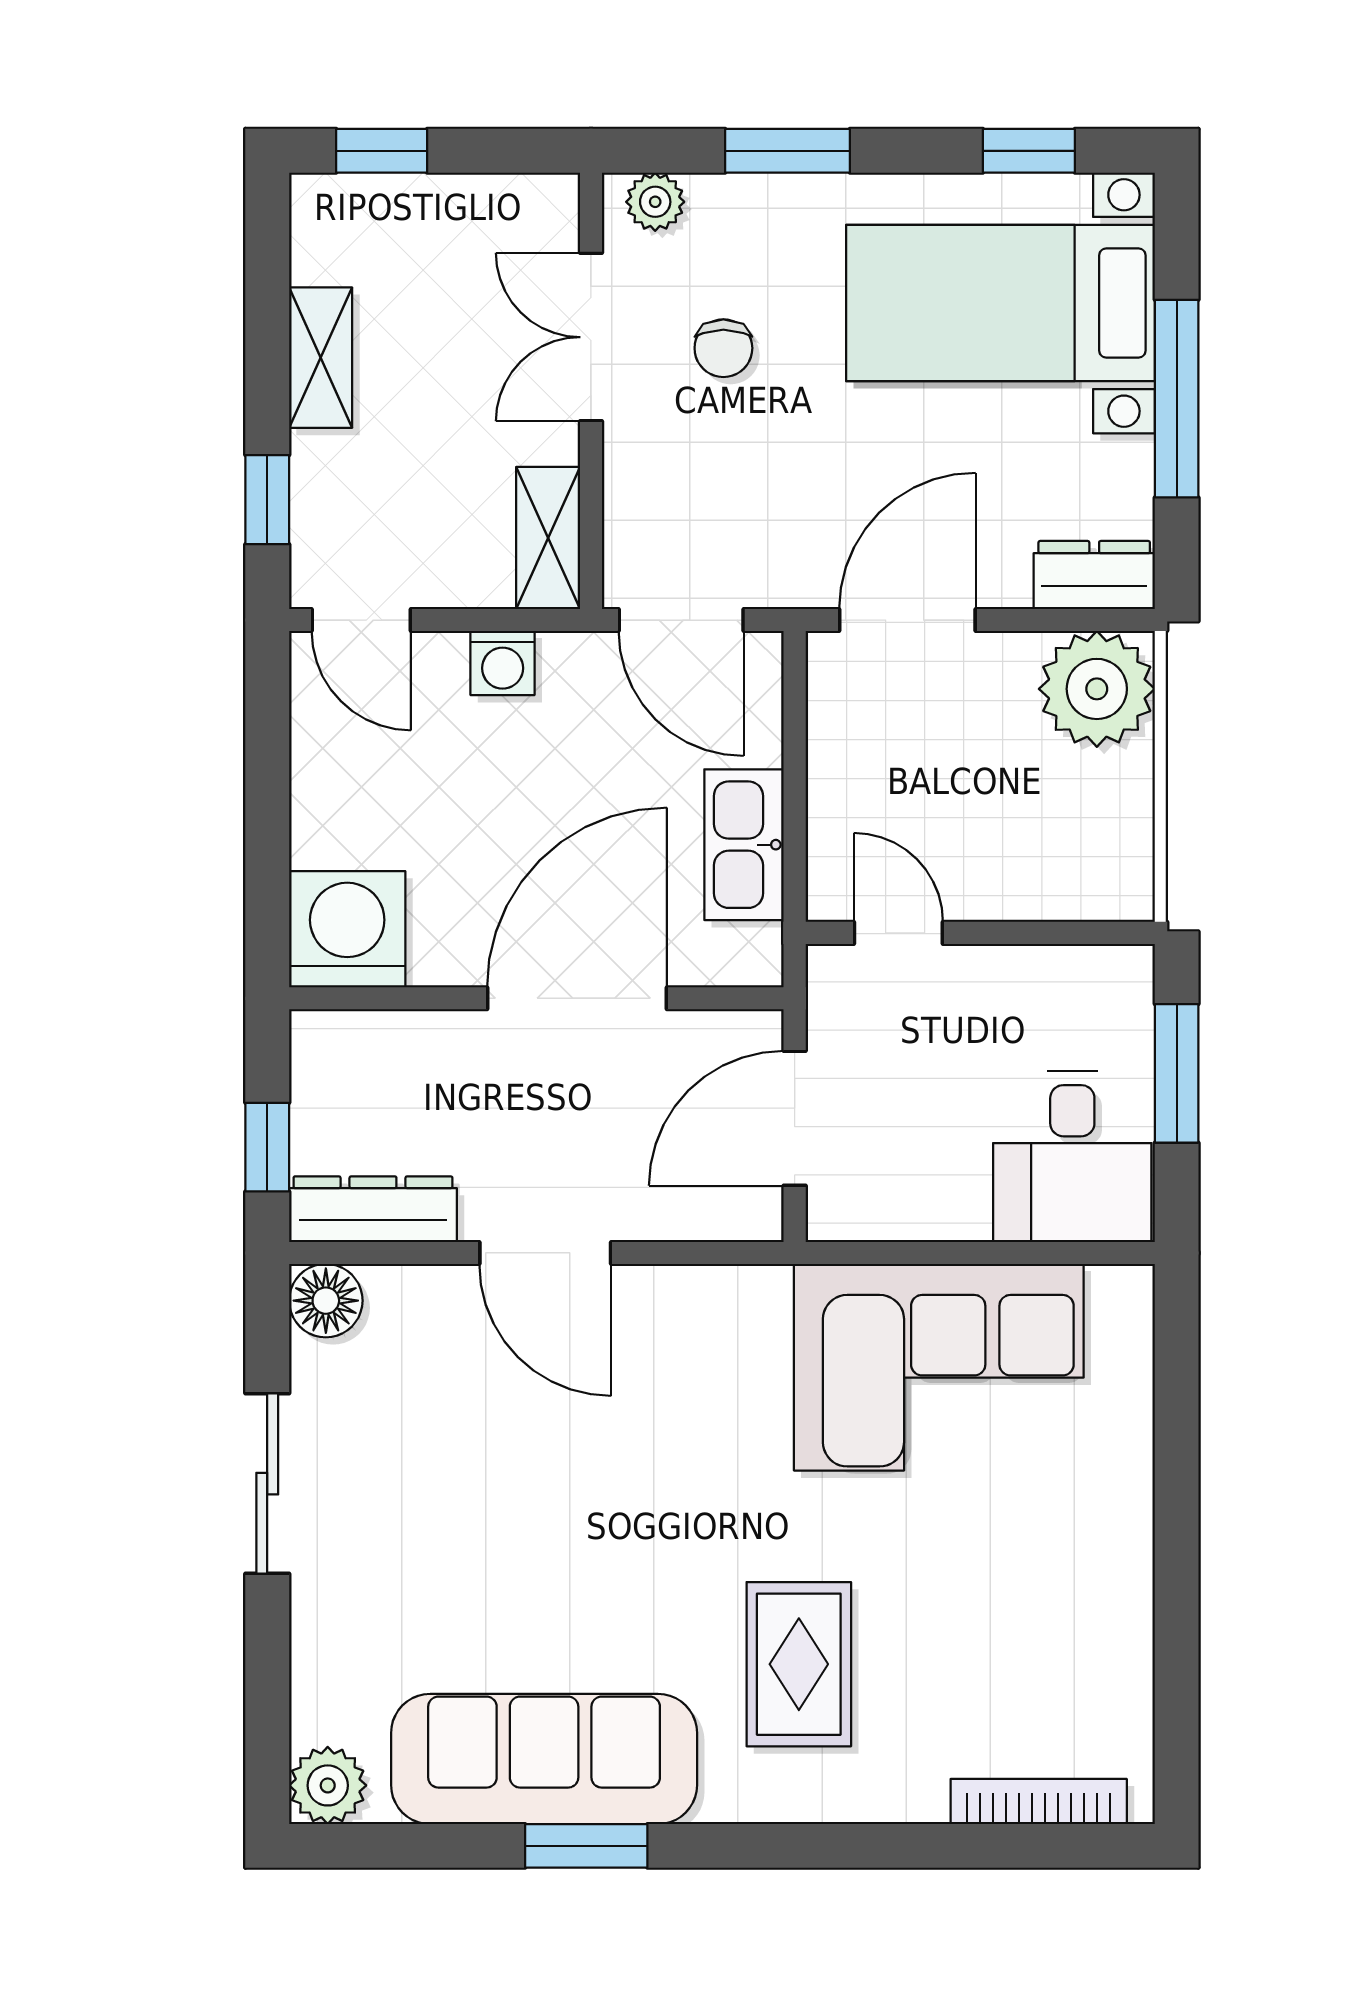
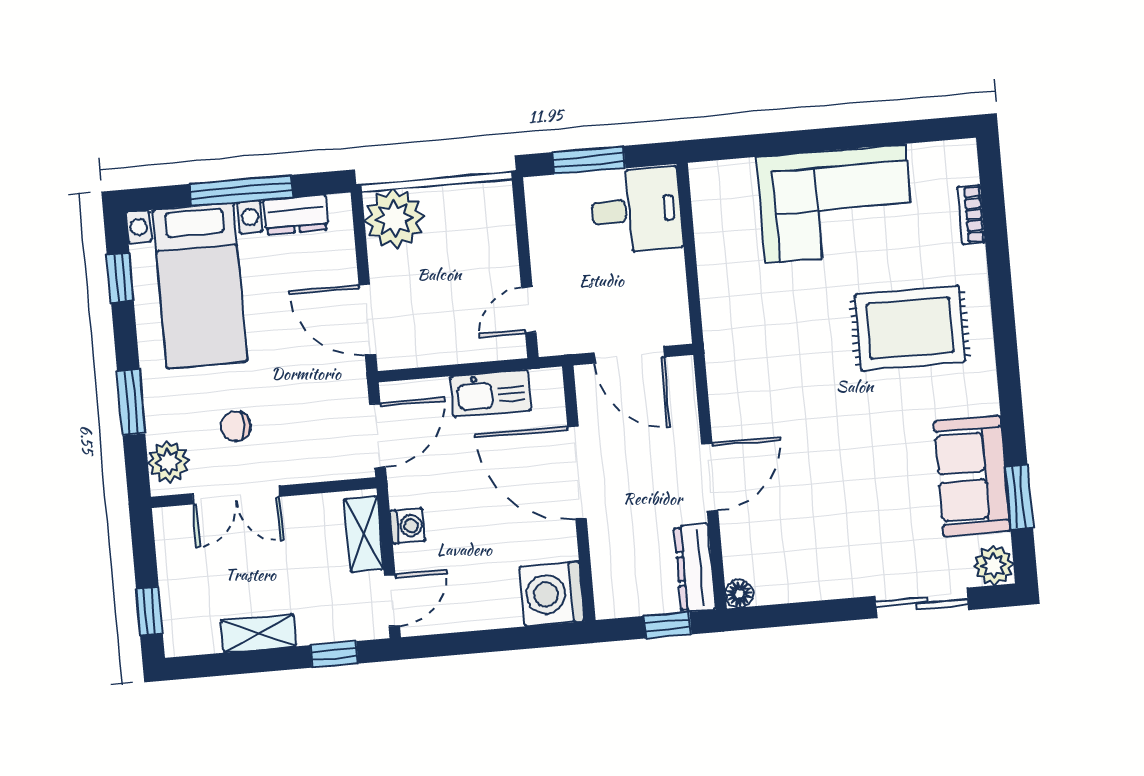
plant: (655, 202) -> (168, 462), width x1.38, depth x1.38
chair: (723, 348) -> (236, 426), turned 180
shelving: (548, 538) -> (364, 534), moved, turned 90
dresser: (1094, 575) -> (296, 215), moved, turned -90
floor lamp: (326, 1301) -> (739, 594), width x0.73, depth x0.73
corner sofa: (939, 1367) -> (835, 204), moved, turned 90
sliding door: (267, 1484) -> (922, 603), moved
rug: (799, 1664) -> (910, 328), width x1.36, depth x1.43
sofa: (544, 1759) -> (972, 476), width x0.73
bookcase: (1039, 1801) -> (971, 215), width x0.64
window: (586, 1846) -> (1019, 497), moved

